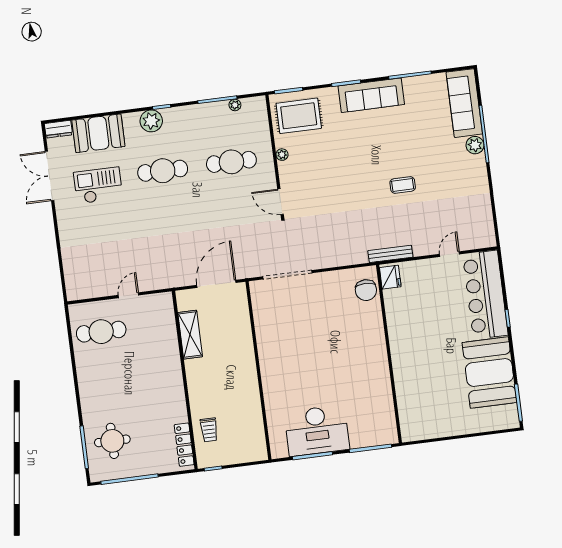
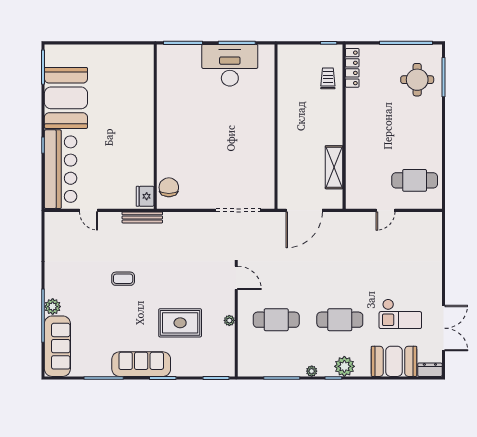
plant: (235, 105) -> (312, 371), moved
rug: (299, 116) -> (180, 323), moved
door: (449, 254) -> (89, 210), hinge flipped

